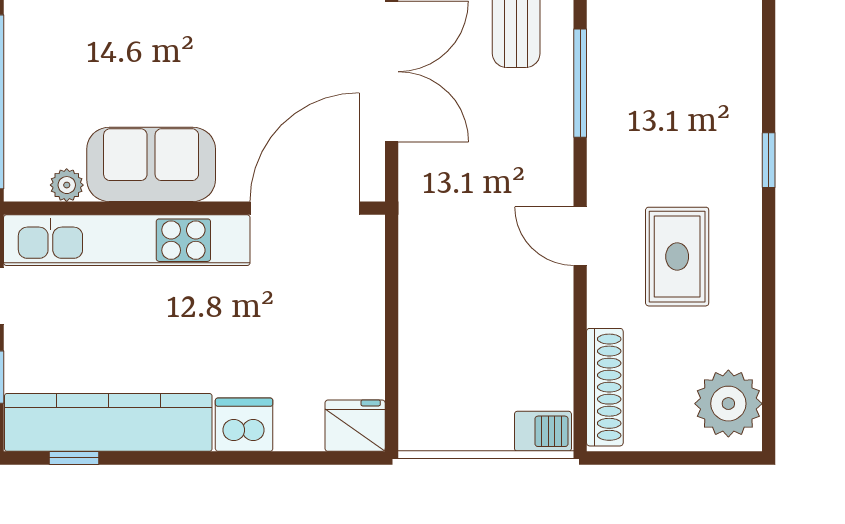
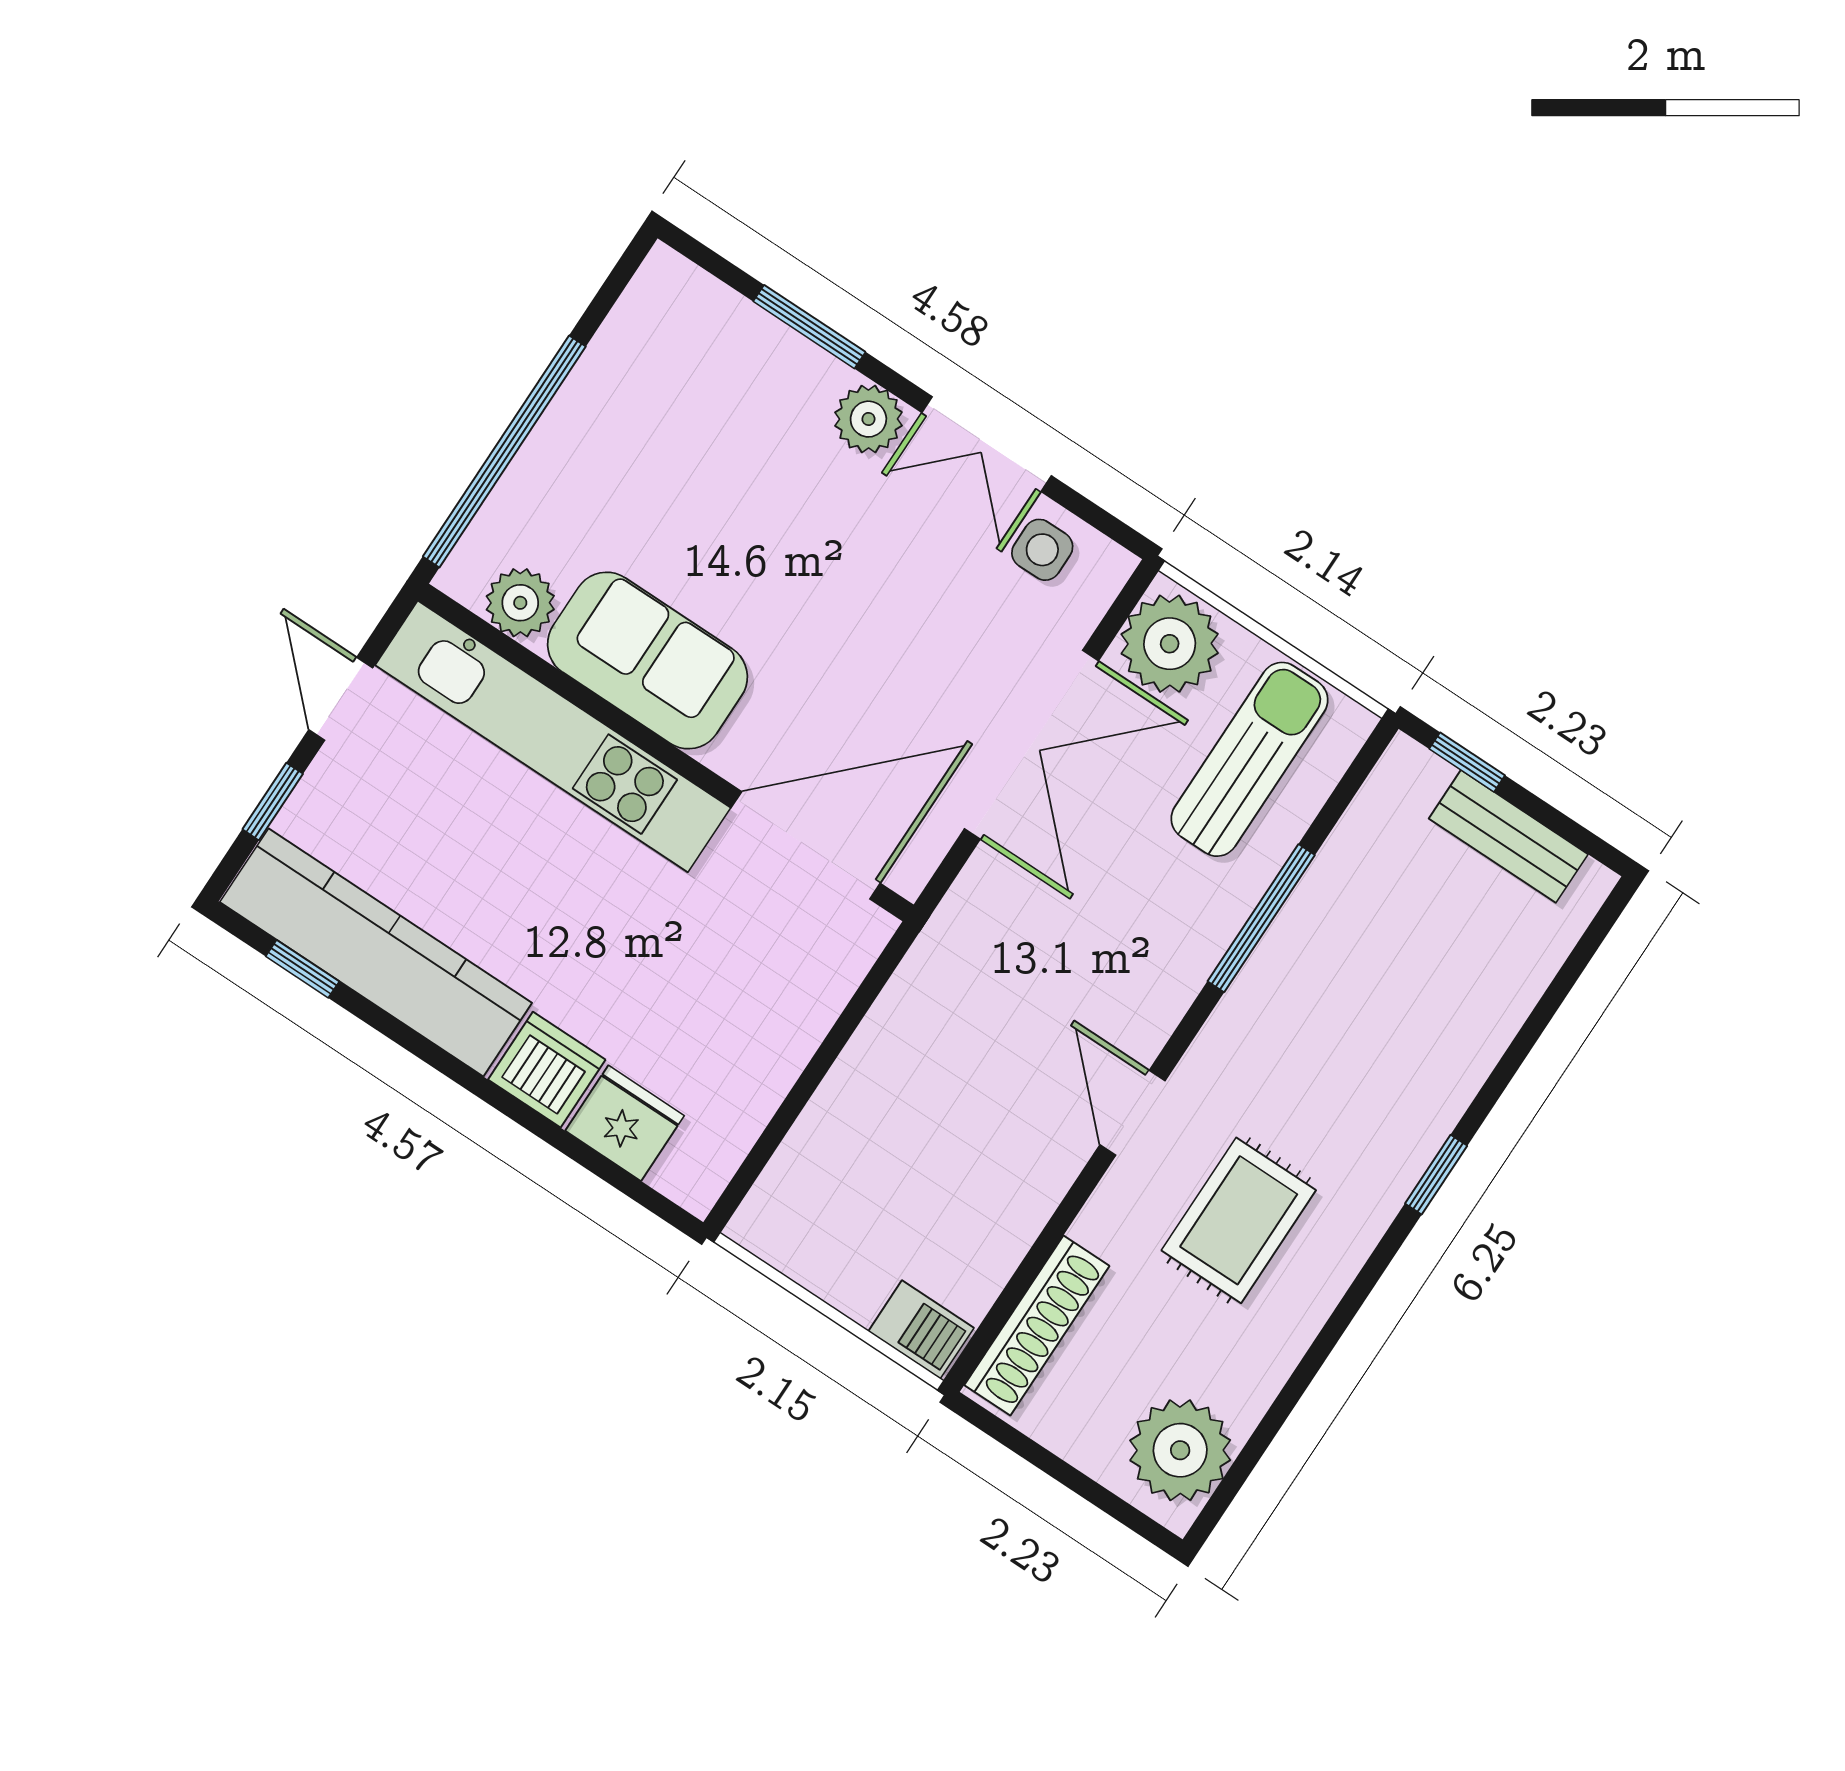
plant: (67, 185) -> (520, 603), width x1.38, depth x1.38
fridge: (355, 426) -> (625, 1123), moved

